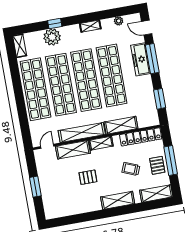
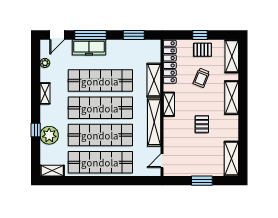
door: (47, 146) -> (162, 161), hinge flipped
shelving: (73, 150) -> (231, 159), moved
window: (171, 161) -> (200, 35), width x0.46

